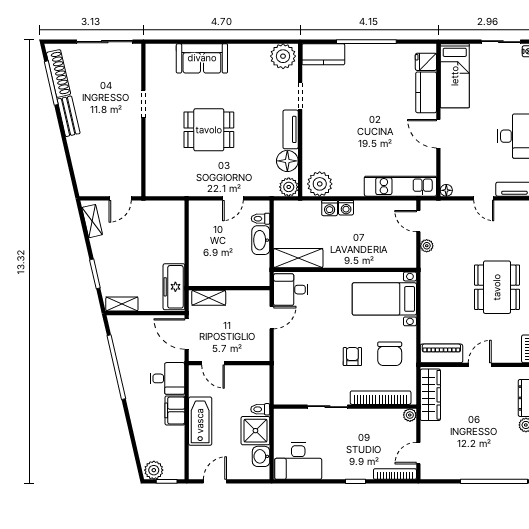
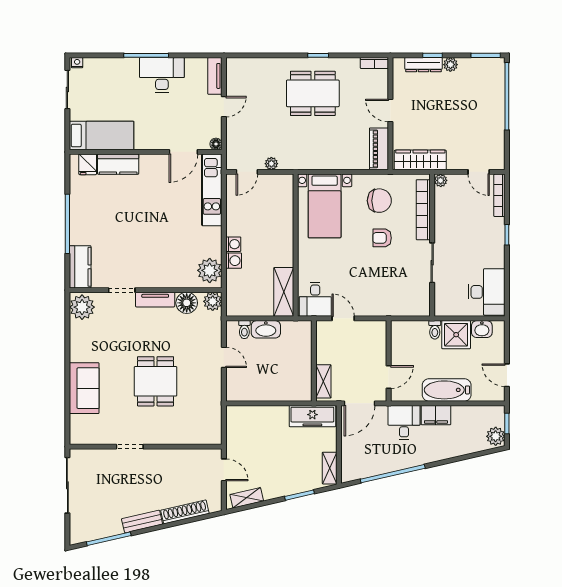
shoe rack: (58, 73) -> (185, 512), moved
door: (438, 134) -> (183, 152), moved

